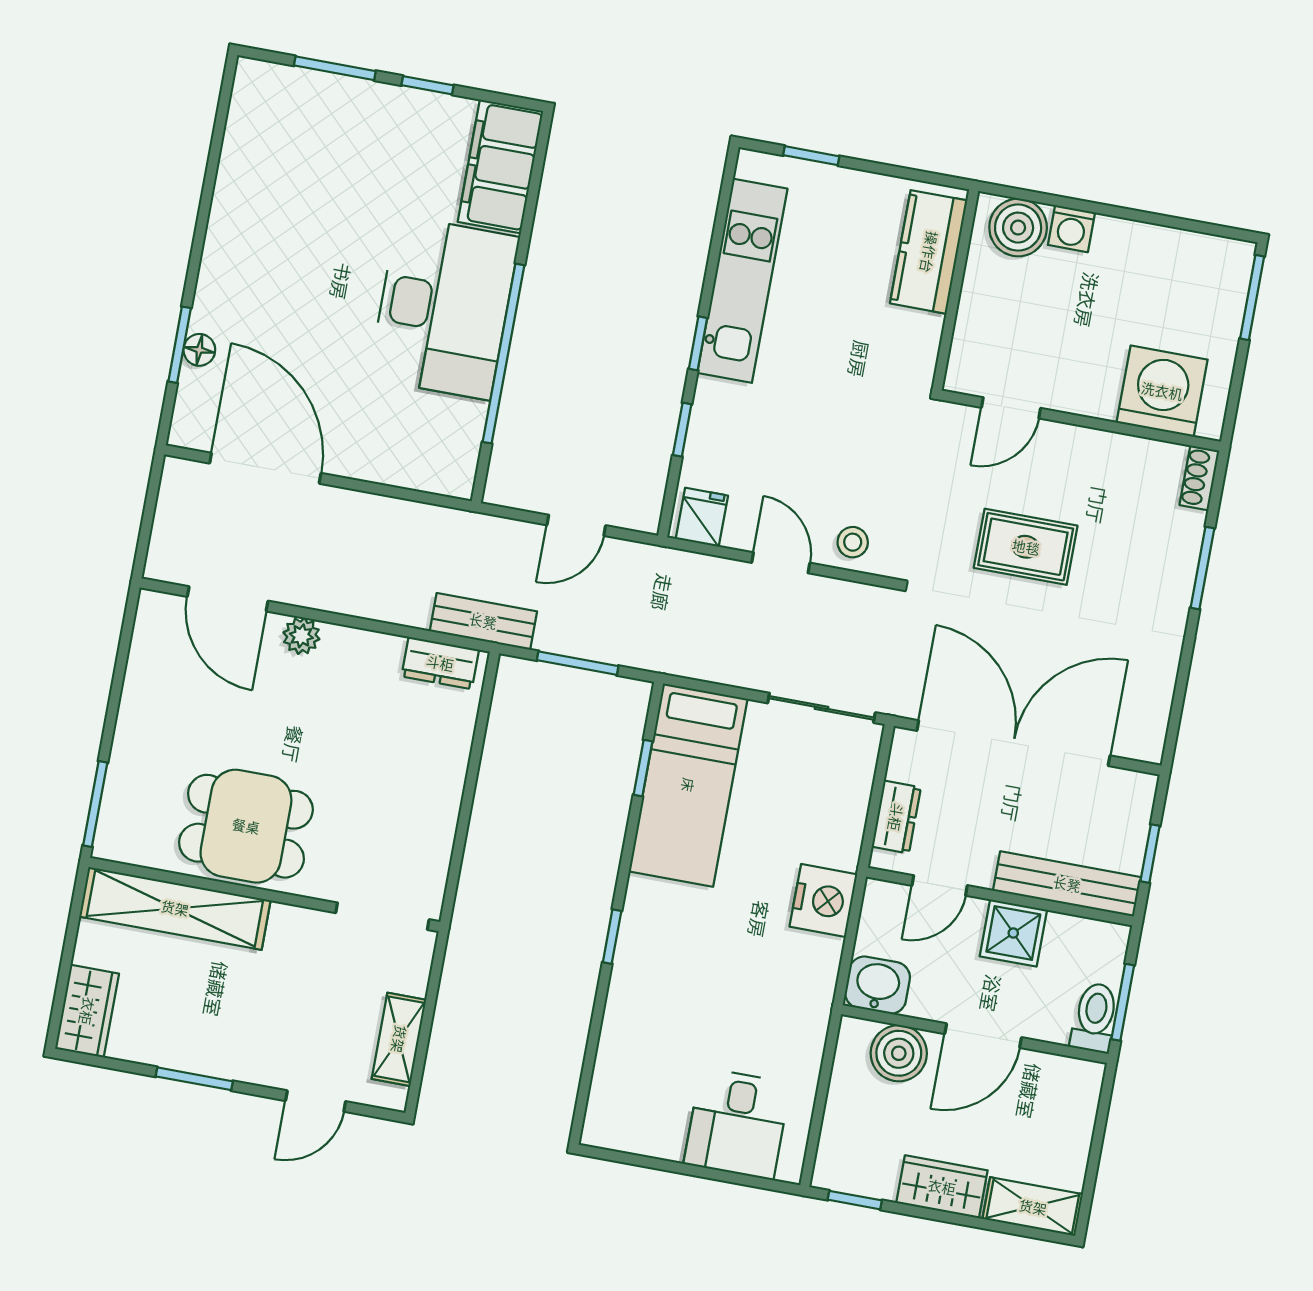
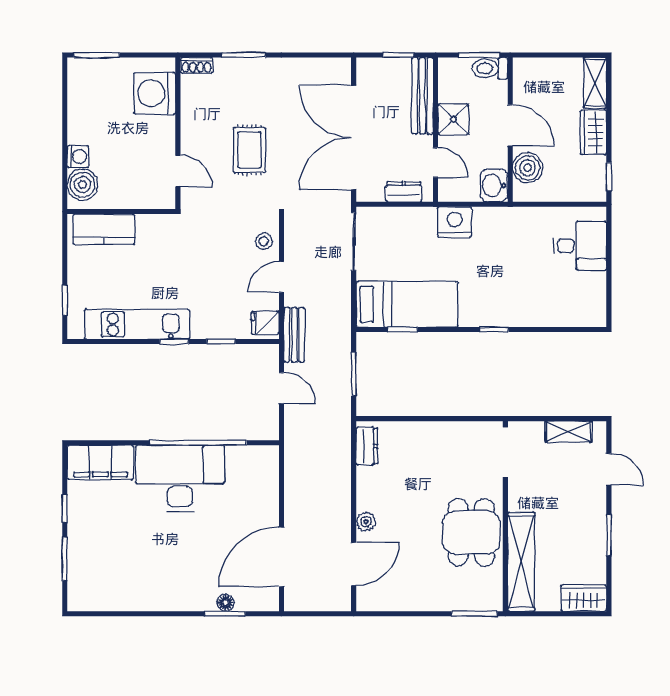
bench: (483, 621) -> (294, 335), moved

